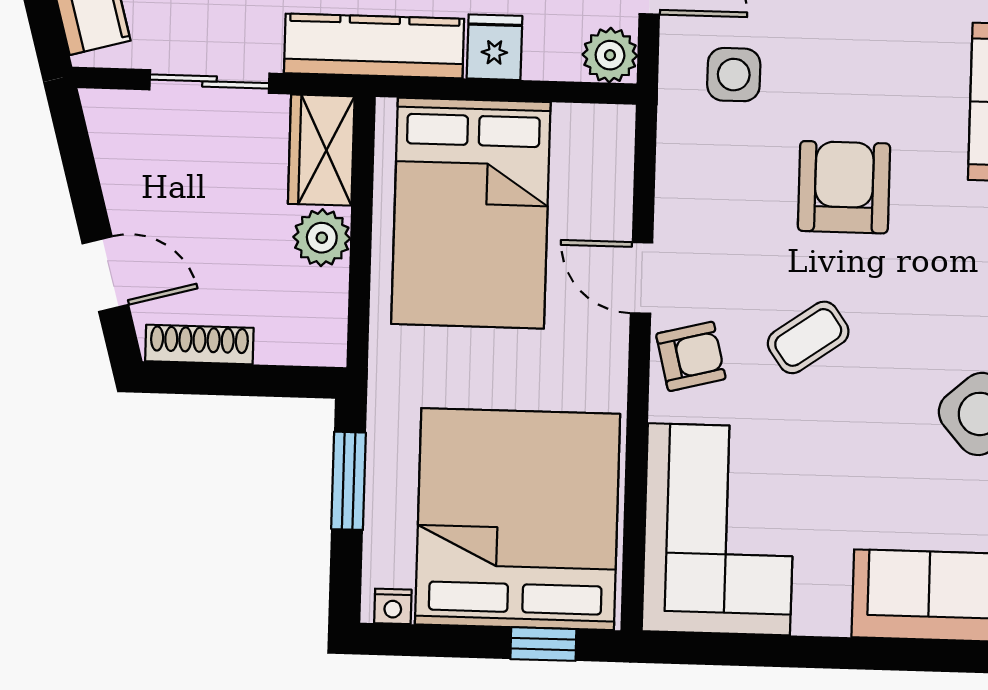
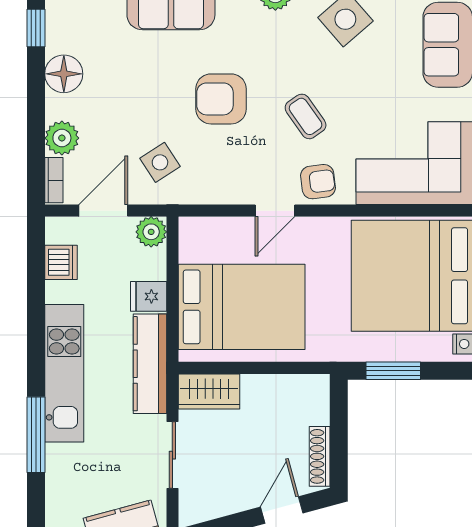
side table: (734, 75) -> (160, 162), turned -33
plant: (322, 238) -> (258, 390), removed
armchair: (691, 356) -> (318, 182), turned 97

